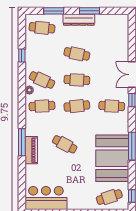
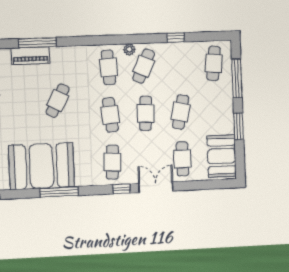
window: (54, 11) -> (237, 78), width x1.44
dresser: (79, 20) -> (226, 113), removed
booth: (111, 24) -> (222, 156), added
cafe table: (112, 54) -> (182, 159), added
window: (22, 142) -> (37, 43), moved
piano: (31, 150) -> (30, 56), moved

